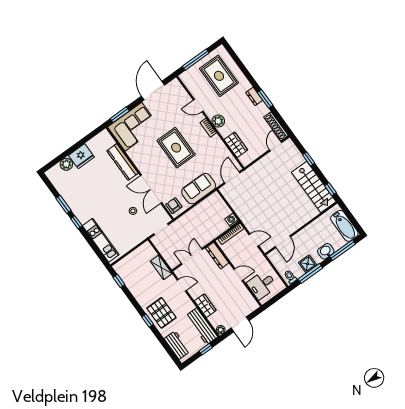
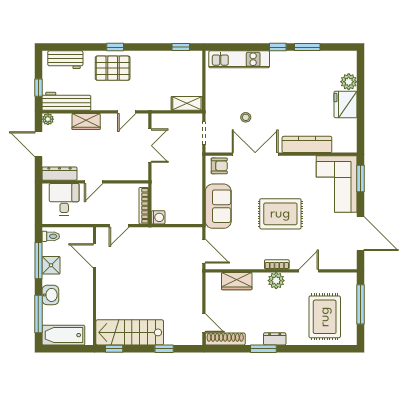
rug: (219, 76) -> (325, 317), turned 90
dresser: (217, 256) -> (59, 174), moved
shelving: (161, 267) -> (187, 103), moved

